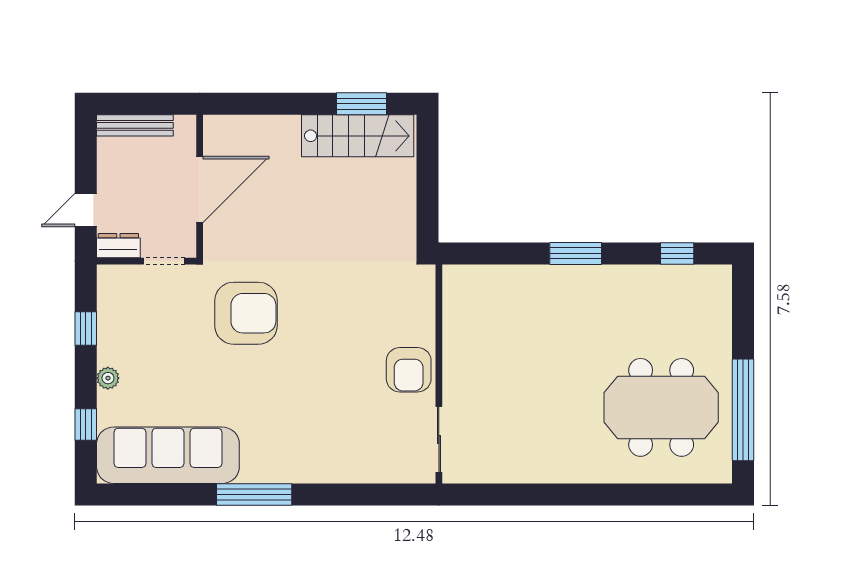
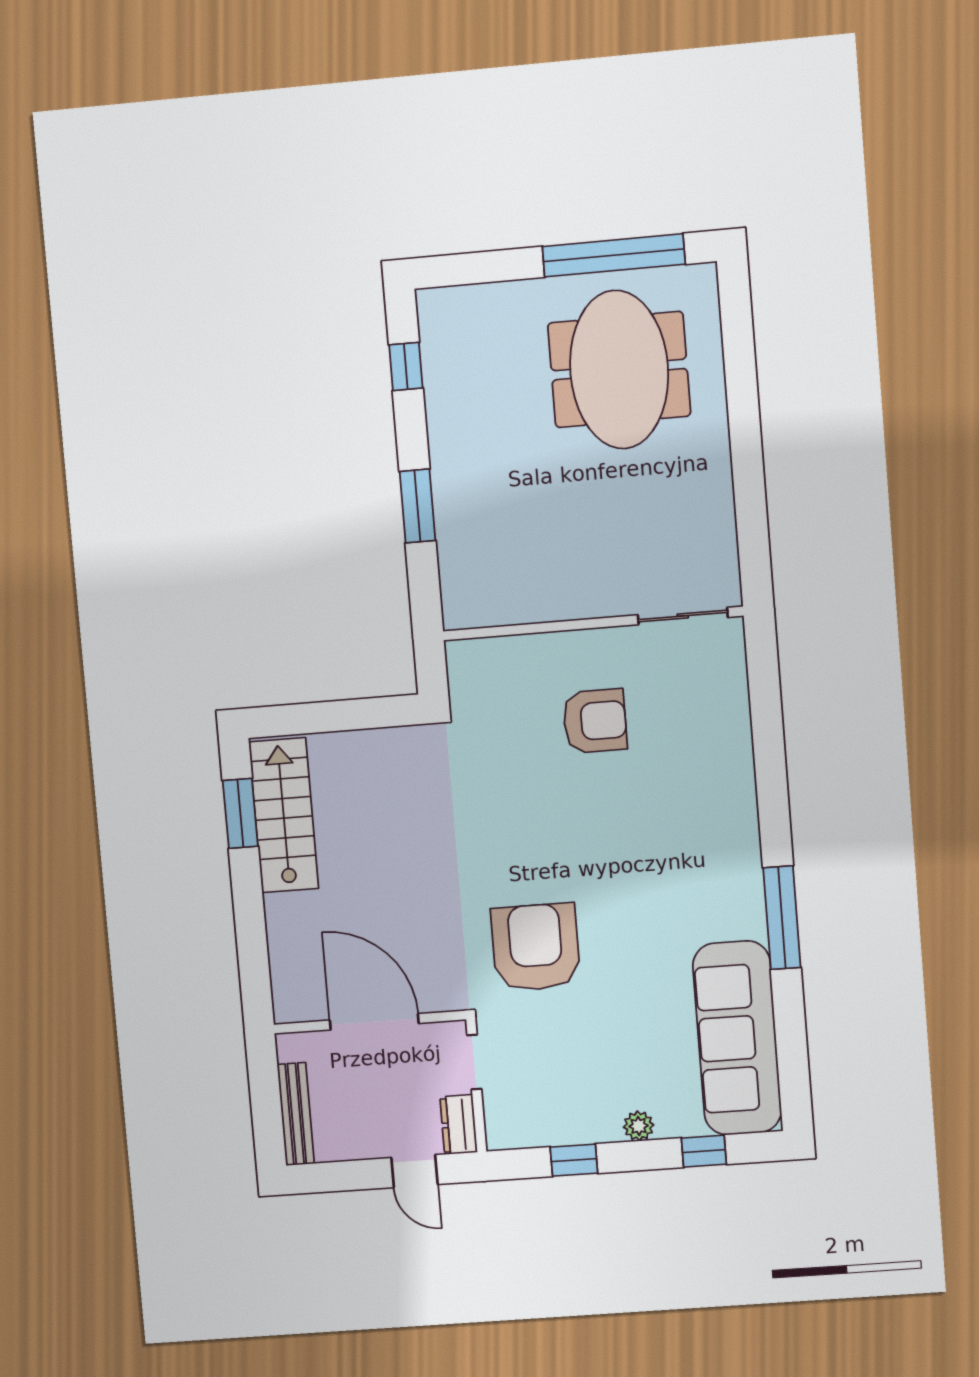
wall: (439, 374) -> (593, 623), moved
sliding door: (439, 439) -> (683, 616), moved

